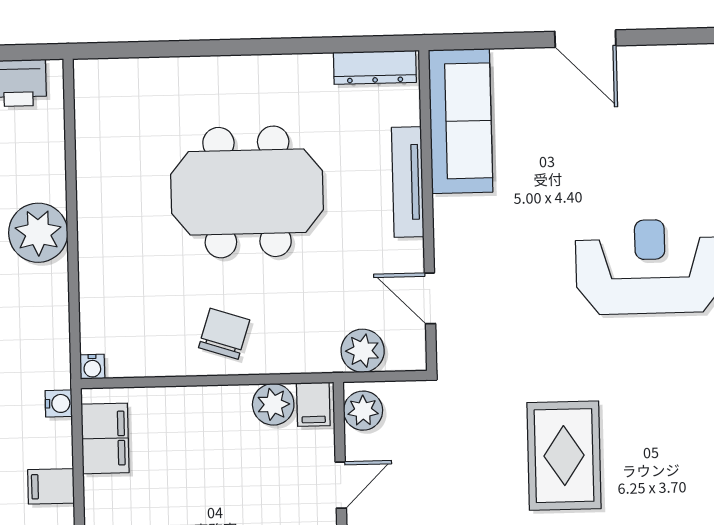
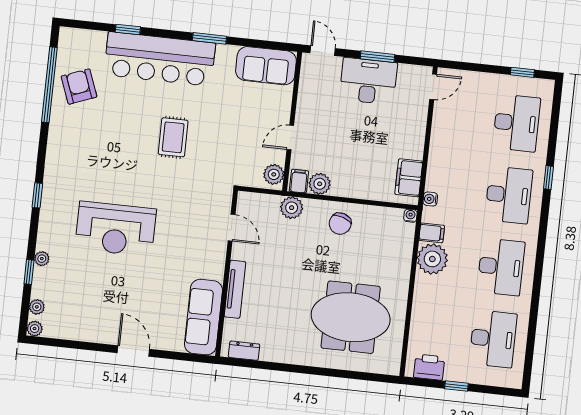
dresser: (375, 67) -> (244, 351), width x0.70
meeting table: (247, 192) -> (351, 317), moved
plant: (38, 233) -> (432, 259), moved
plant: (363, 351) -> (292, 208), moved
rug: (564, 456) -> (173, 137), width x0.73, depth x0.70
filing cabinet: (51, 486) -> (432, 233), moved

